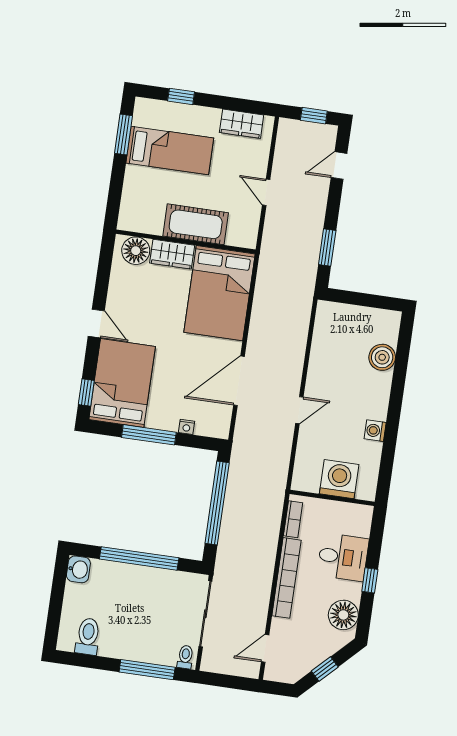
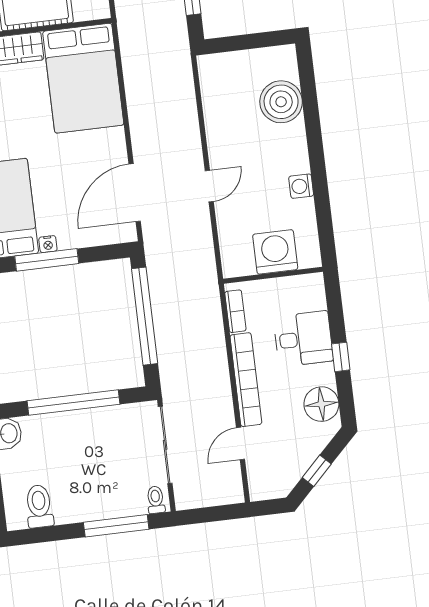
boiler: (382, 357) -> (281, 102), width x1.37, depth x1.37
door: (239, 381) -> (135, 193), moved
nightstand: (187, 427) -> (48, 244), moved
door: (265, 648) -> (240, 443), moved

